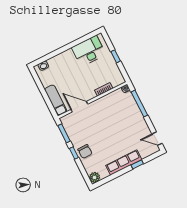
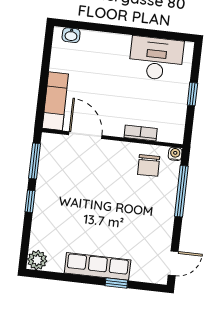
door: (157, 139) -> (173, 263), swing flipped
chair: (85, 152) -> (149, 165), moved

